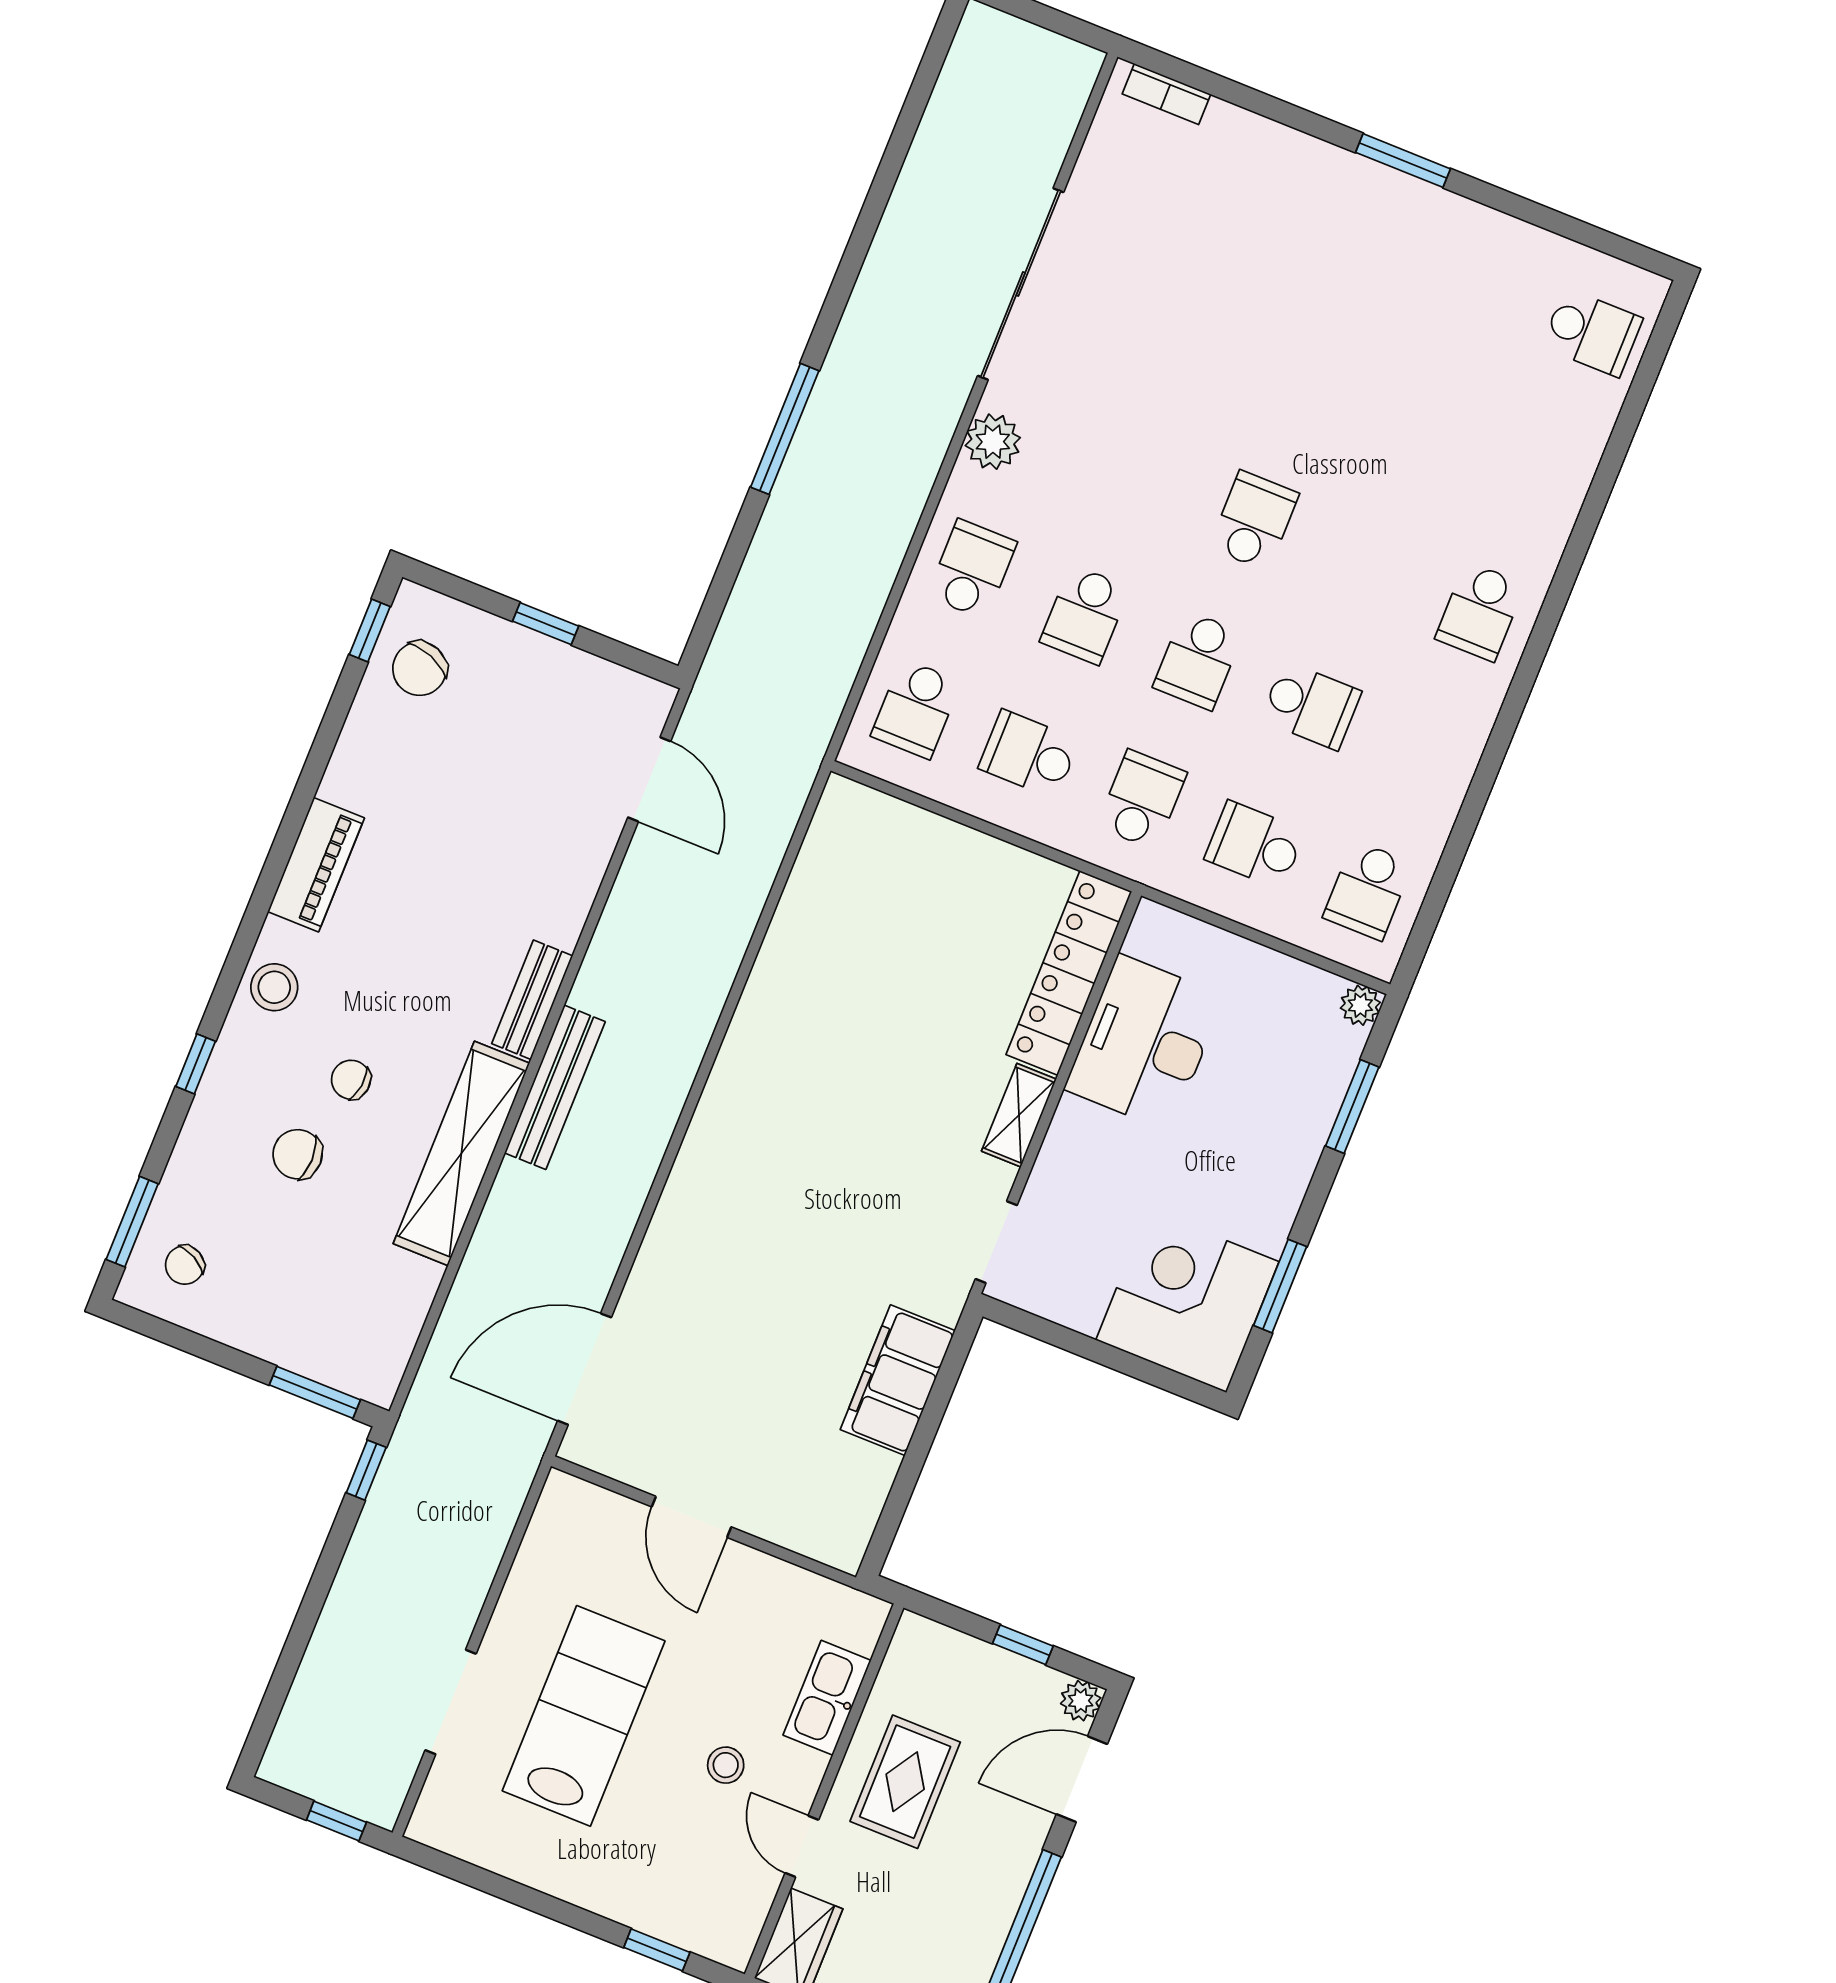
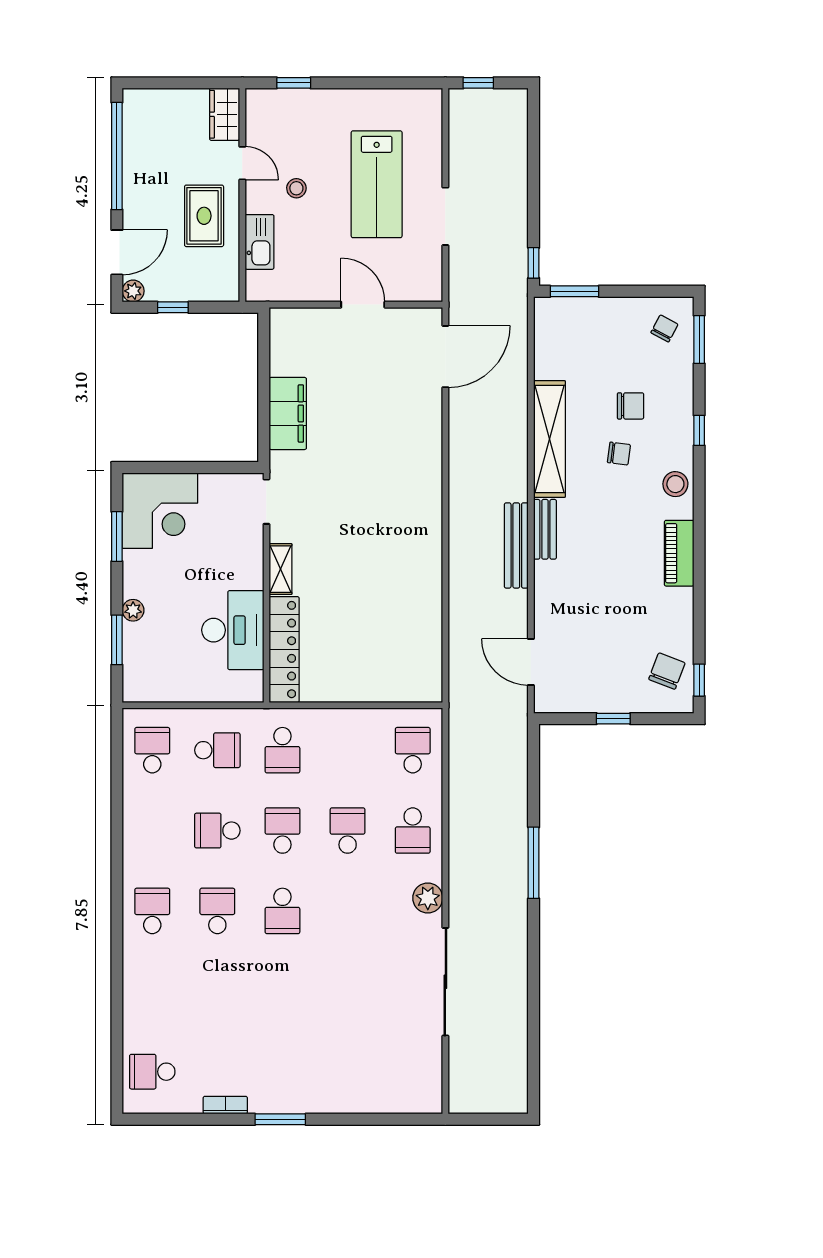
bookcase: (1167, 94) -> (225, 1105), moved
school desk: (1029, 754) -> (217, 911), moved, turned -90
plant: (1360, 1005) -> (133, 610), moved
bench: (555, 1087) -> (516, 545), moved
doorway: (451, 1702) -> (445, 216), moved

